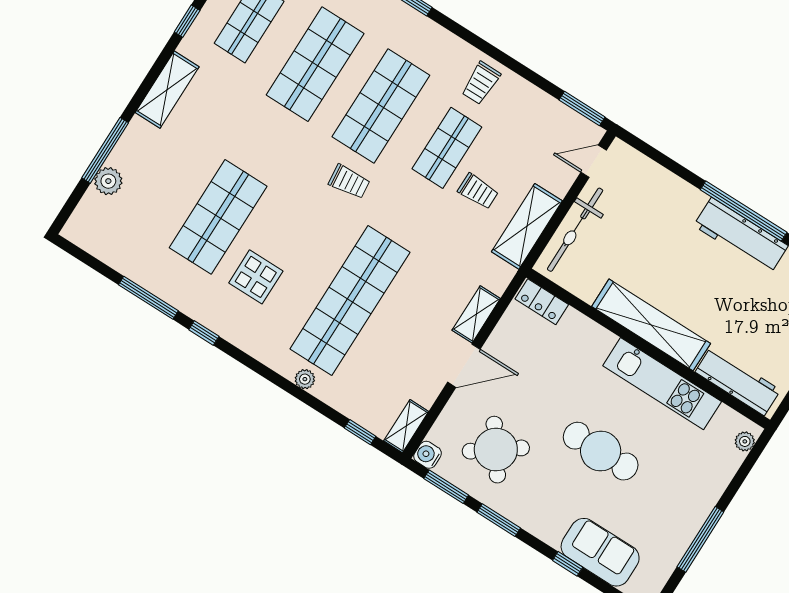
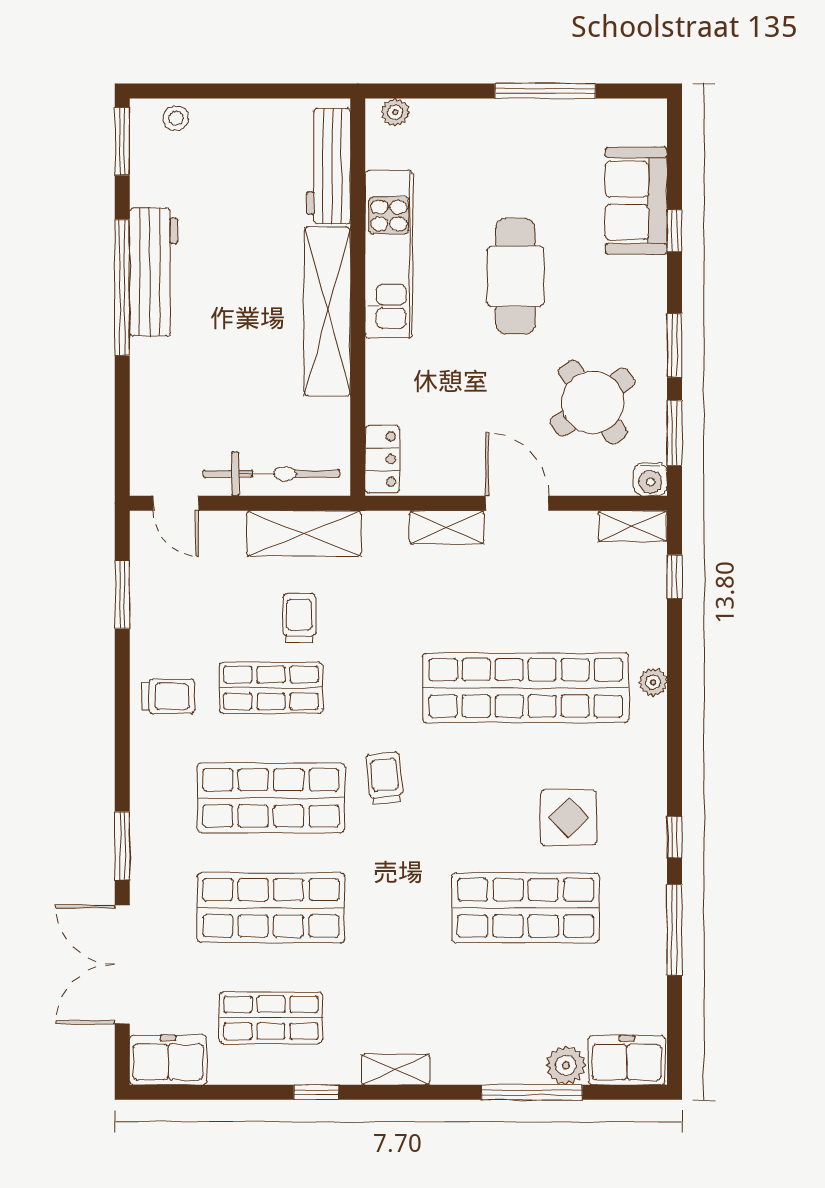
shelving: (167, 90) -> (396, 1070), width x0.67, depth x0.75
window: (582, 109) -> (122, 595), moved
freezer: (88, 219) -> (627, 1060), added

